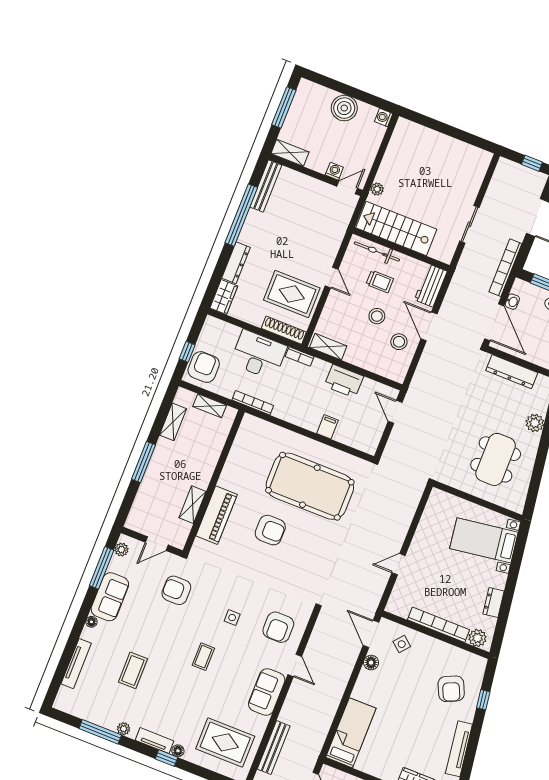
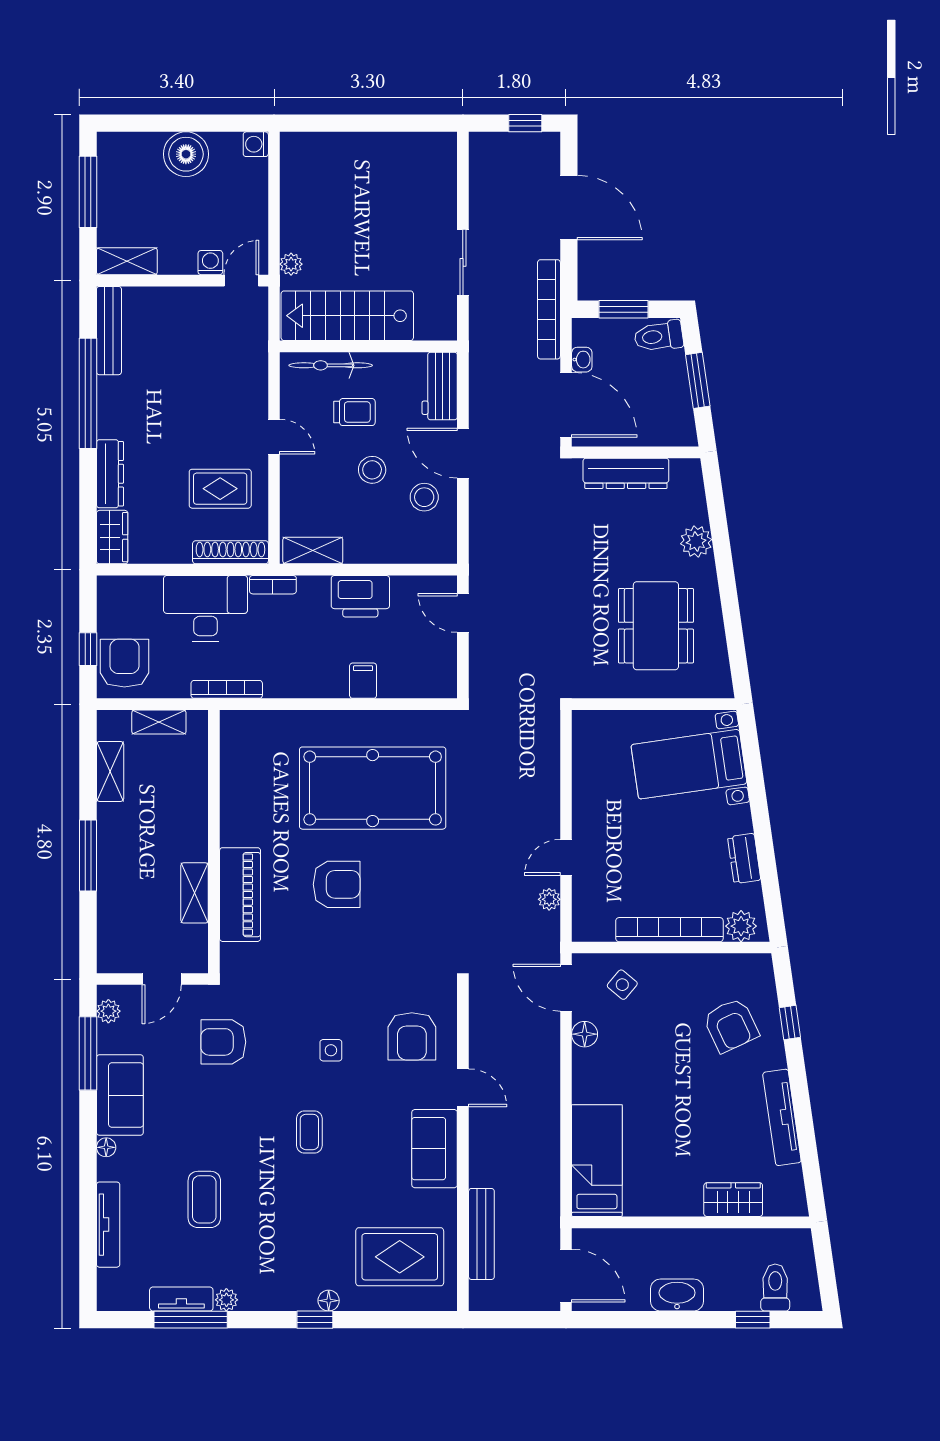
rug: (292, 294) -> (220, 489), width x0.73, depth x0.70
plant: (381, 583) -> (549, 899), added
tv unit: (155, 741) -> (181, 1299), moved

